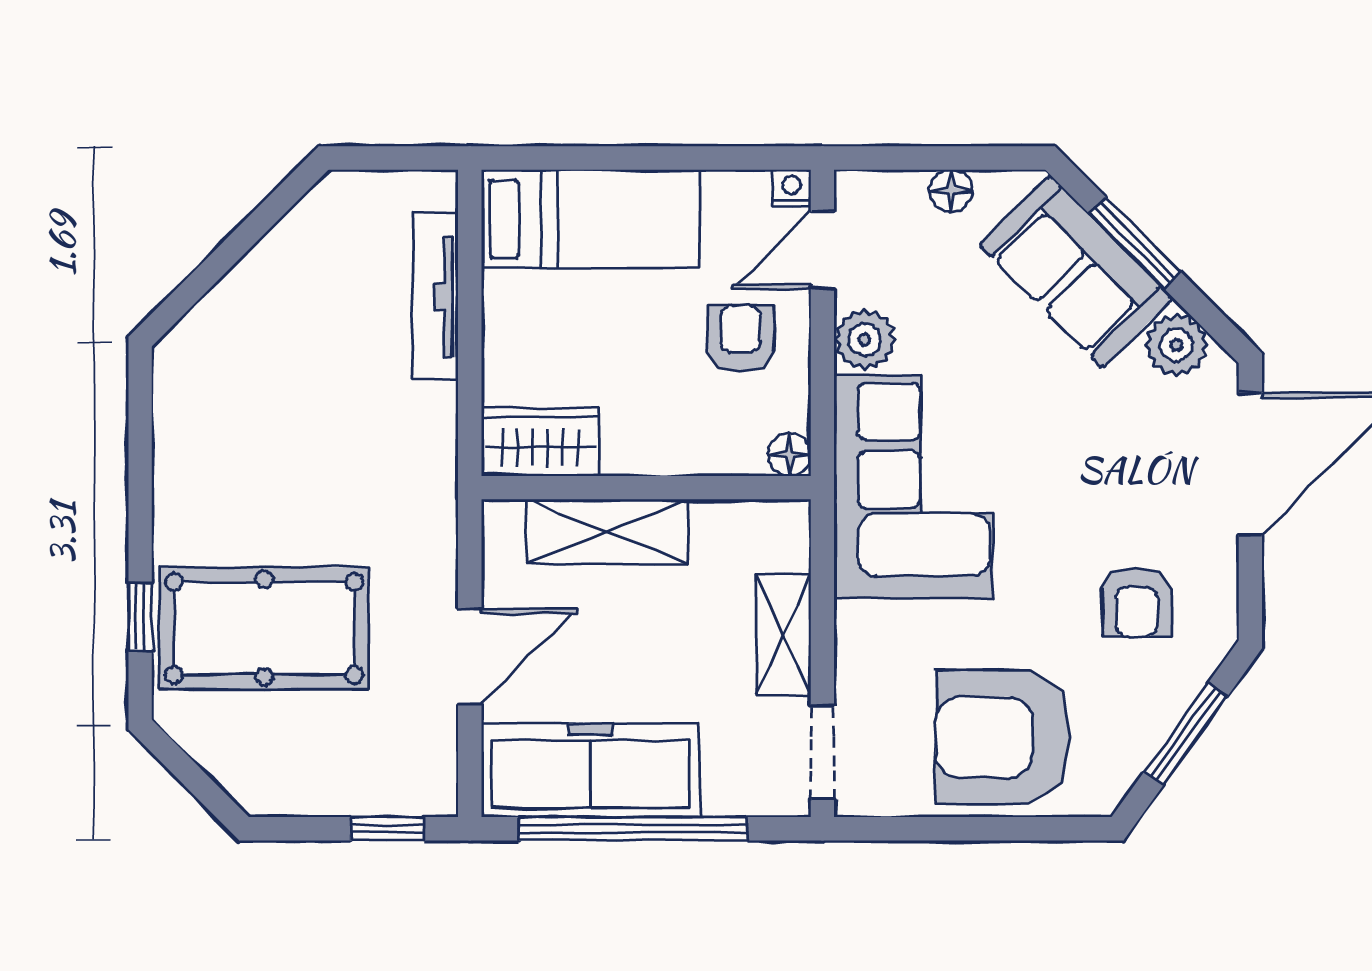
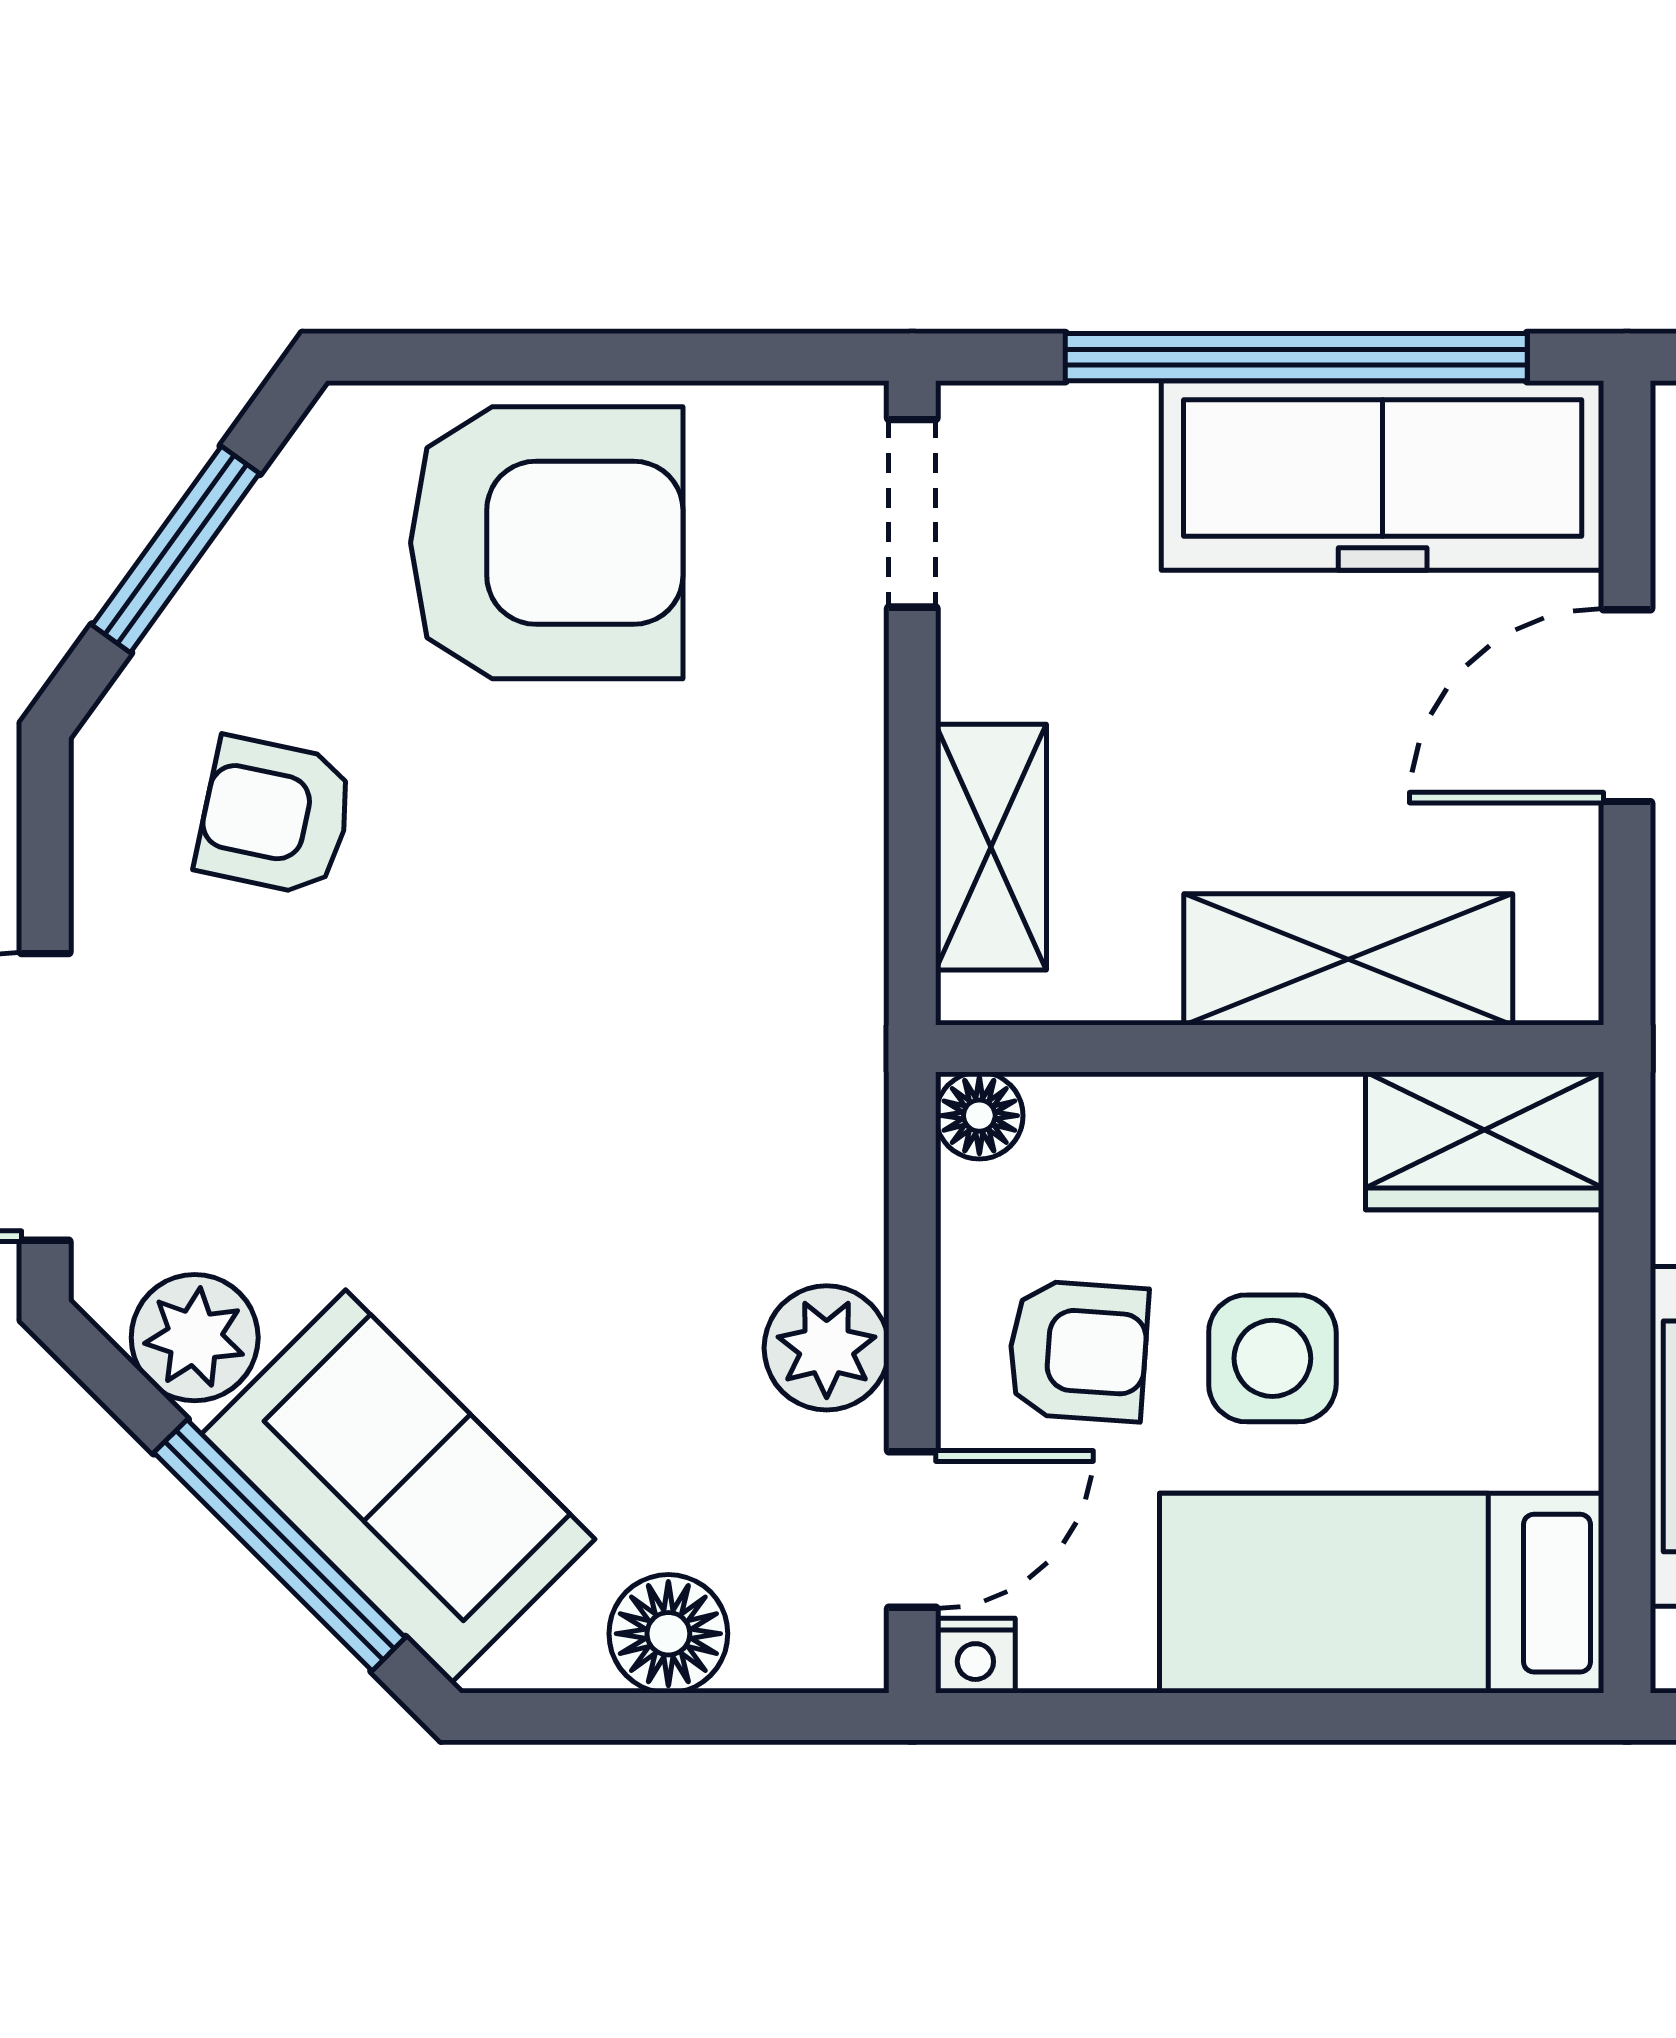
floor lamp: (951, 191) -> (668, 1634), width x1.37, depth x1.37
window: (1135, 242) -> (280, 1545), width x1.44
side table: (645, 335) -> (1272, 1358), added
armchair: (741, 338) -> (1078, 1351), turned -86
corner sofa: (914, 487) -> (728, 1050), removed
armchair: (1137, 602) -> (275, 816), turned -78
shelving: (784, 635) -> (991, 847), moved

